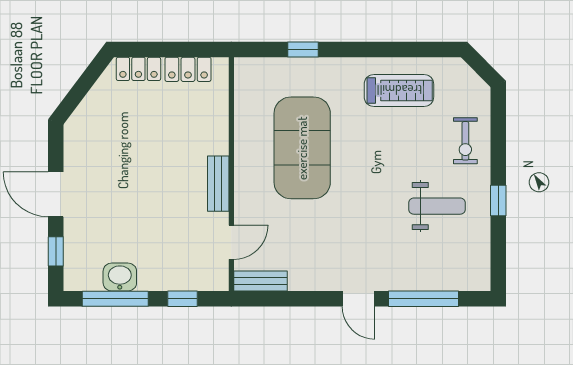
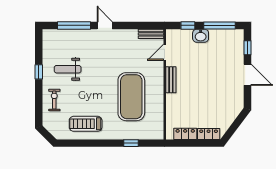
washbasin: (120, 277) -> (201, 36), moved

